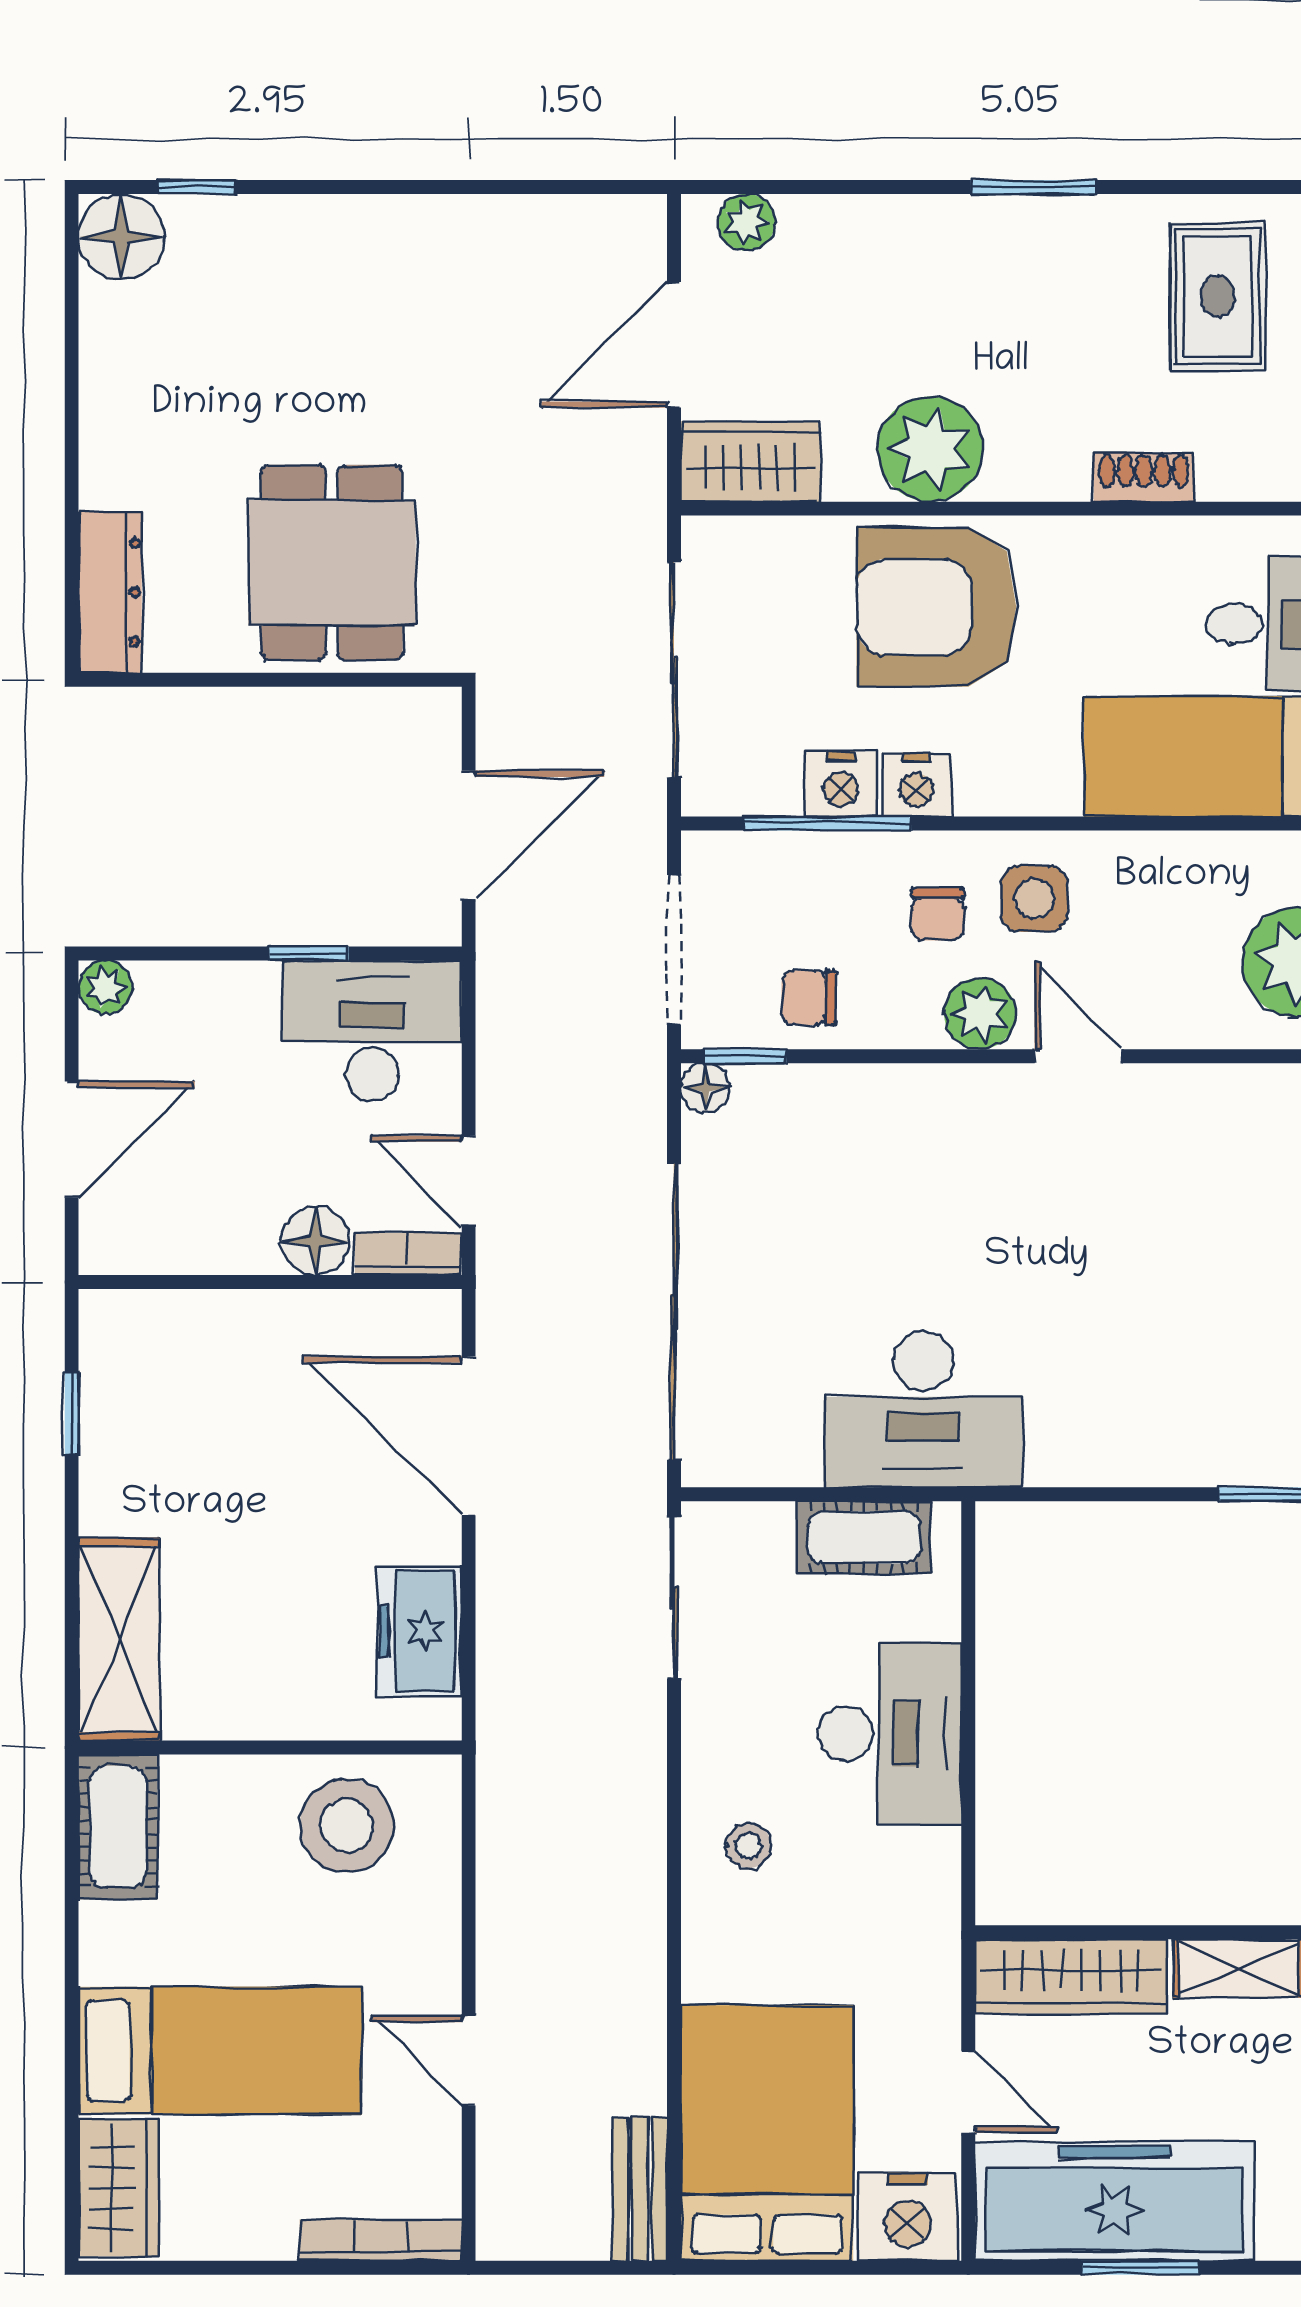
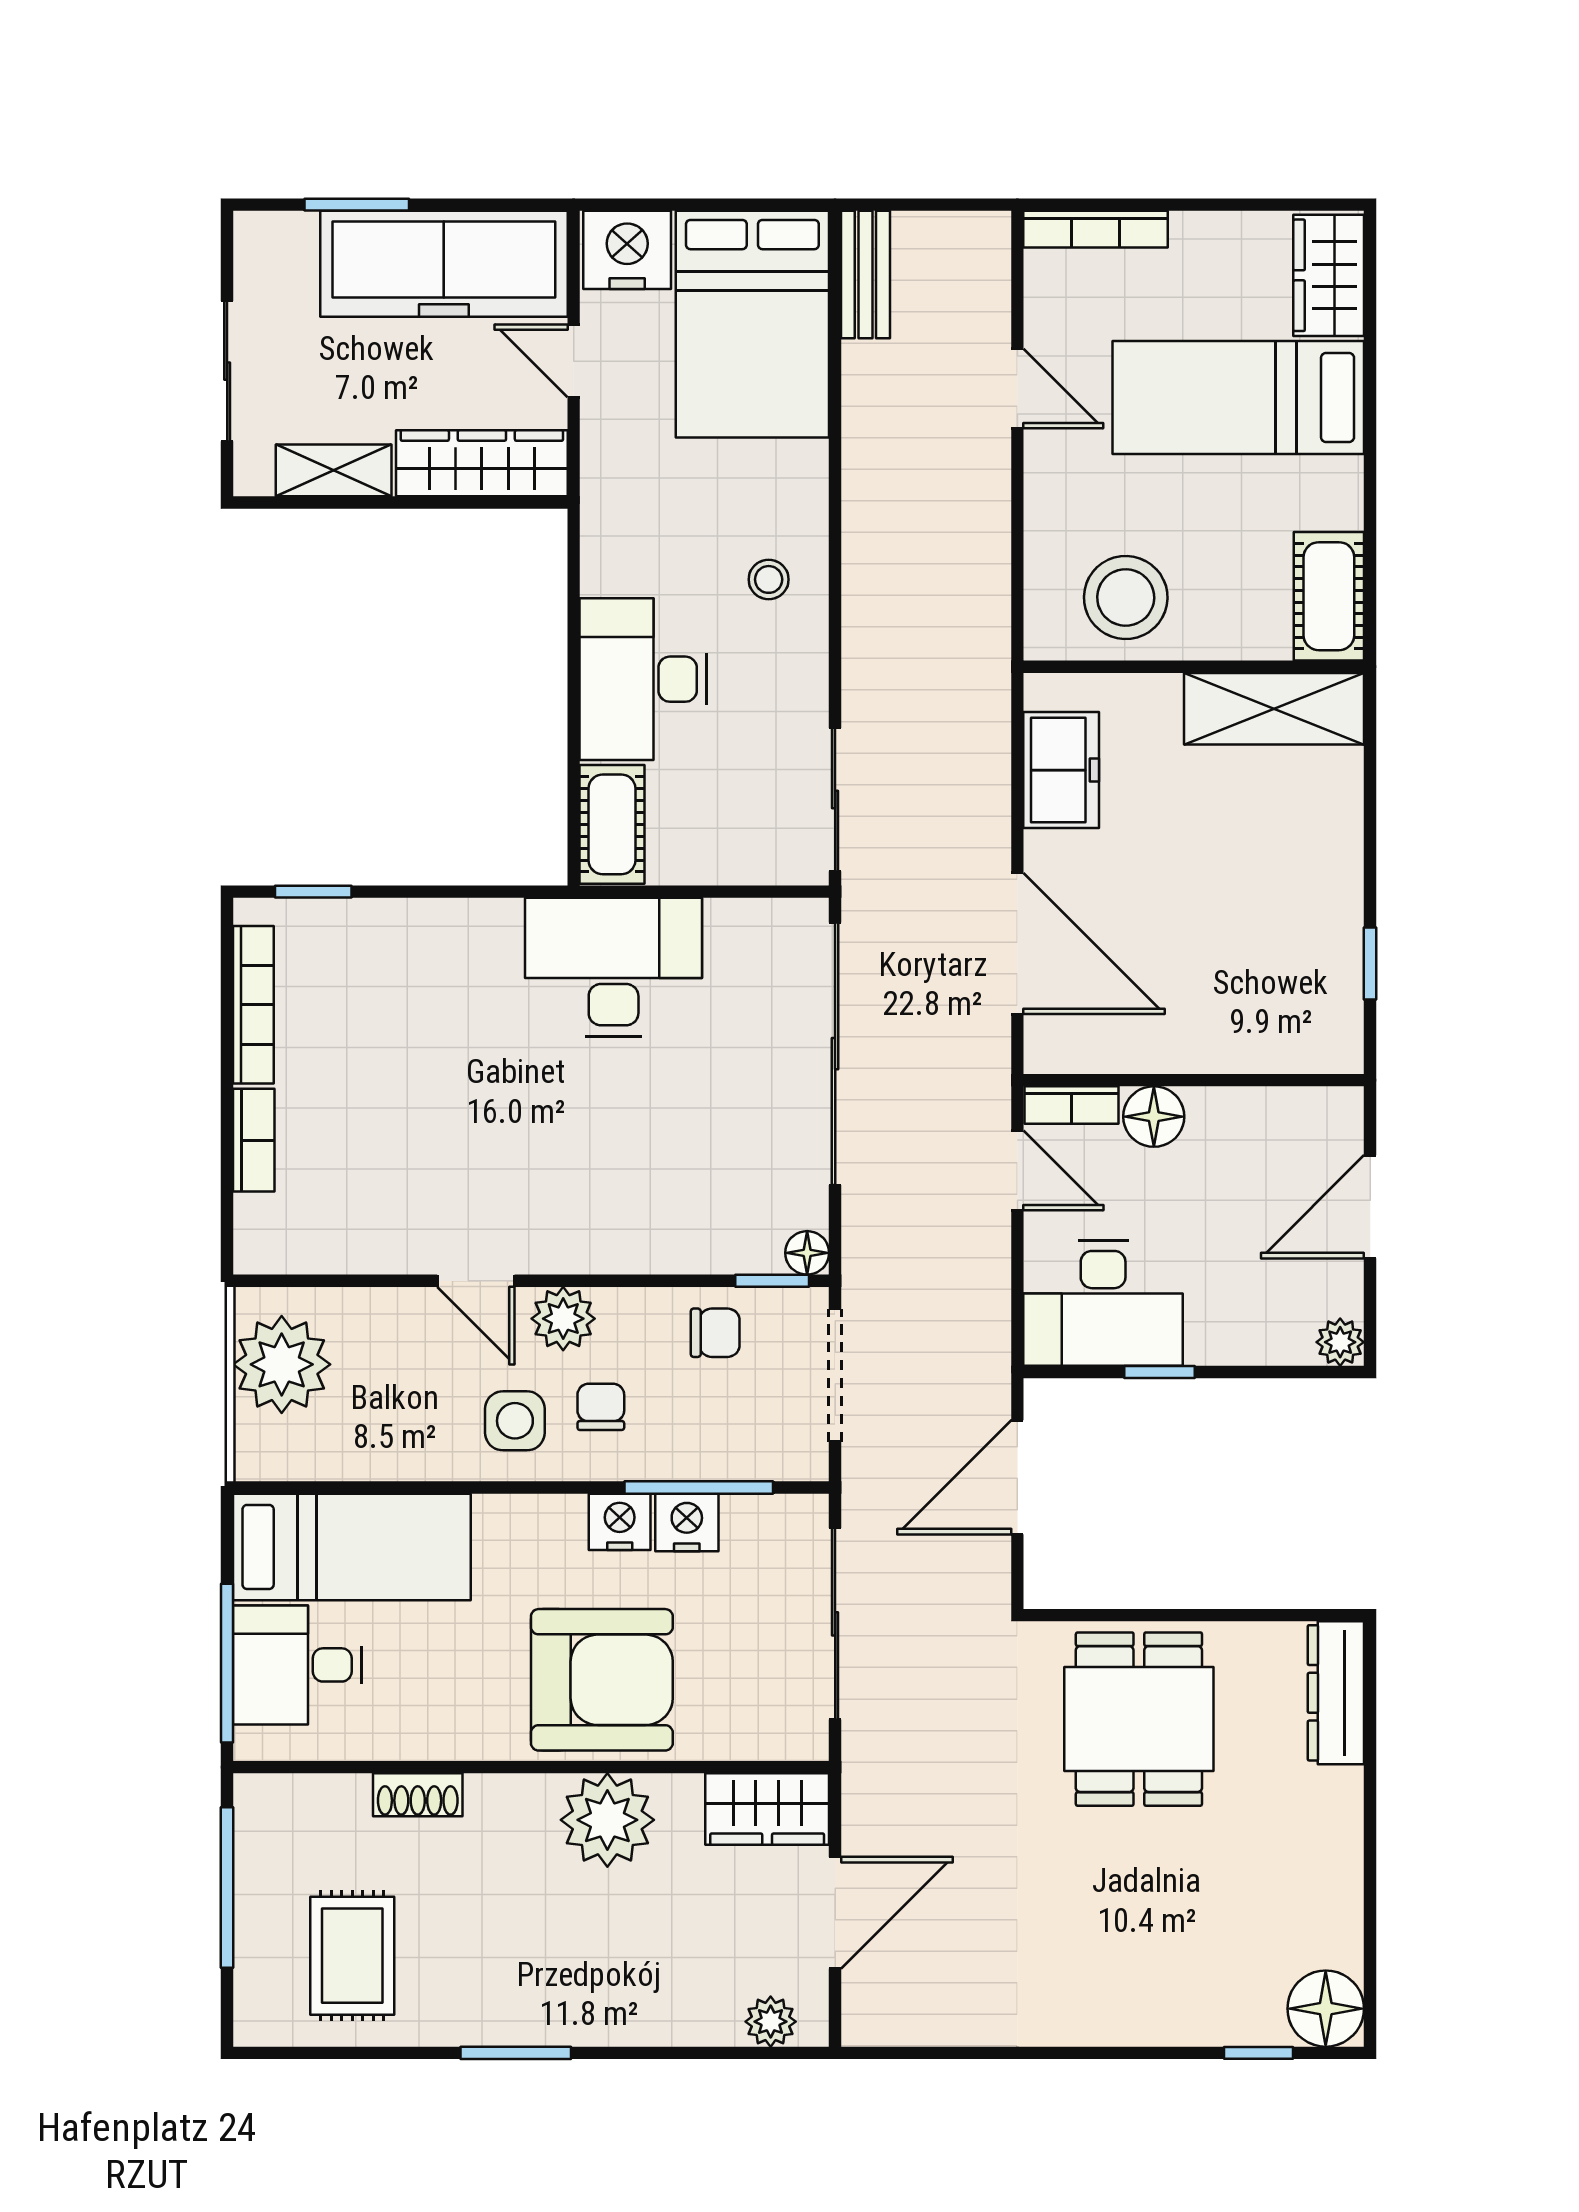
cot: (864, 1537) -> (612, 824), moved, turned 90
shelving: (119, 1639) -> (1274, 709), moved, turned 90
window: (1140, 2268) -> (357, 205), moved

